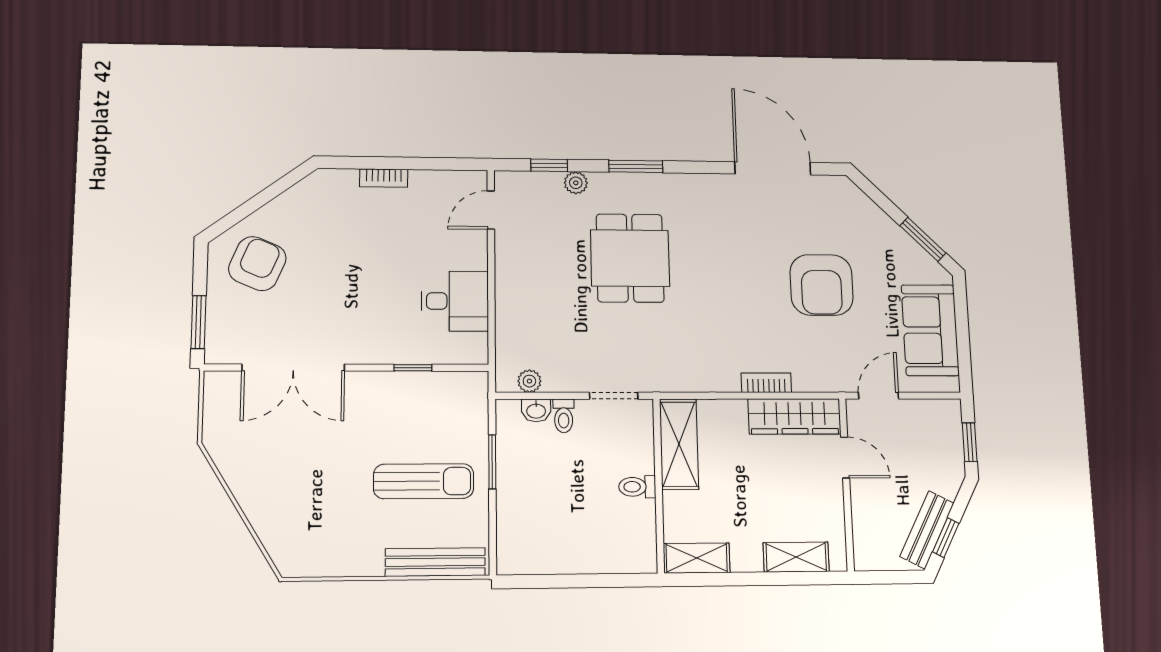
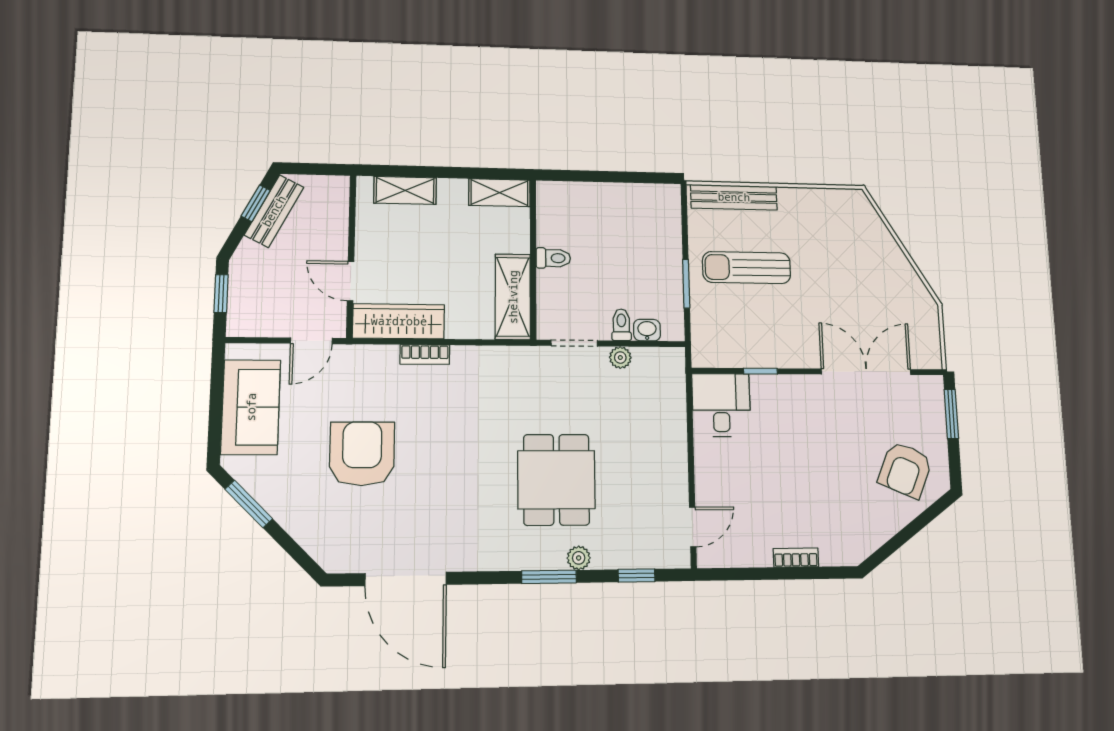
plant: (576, 183) -> (579, 558), moved
desk: (455, 301) -> (721, 405), moved, turned 90
plant: (529, 381) -> (620, 358), moved

